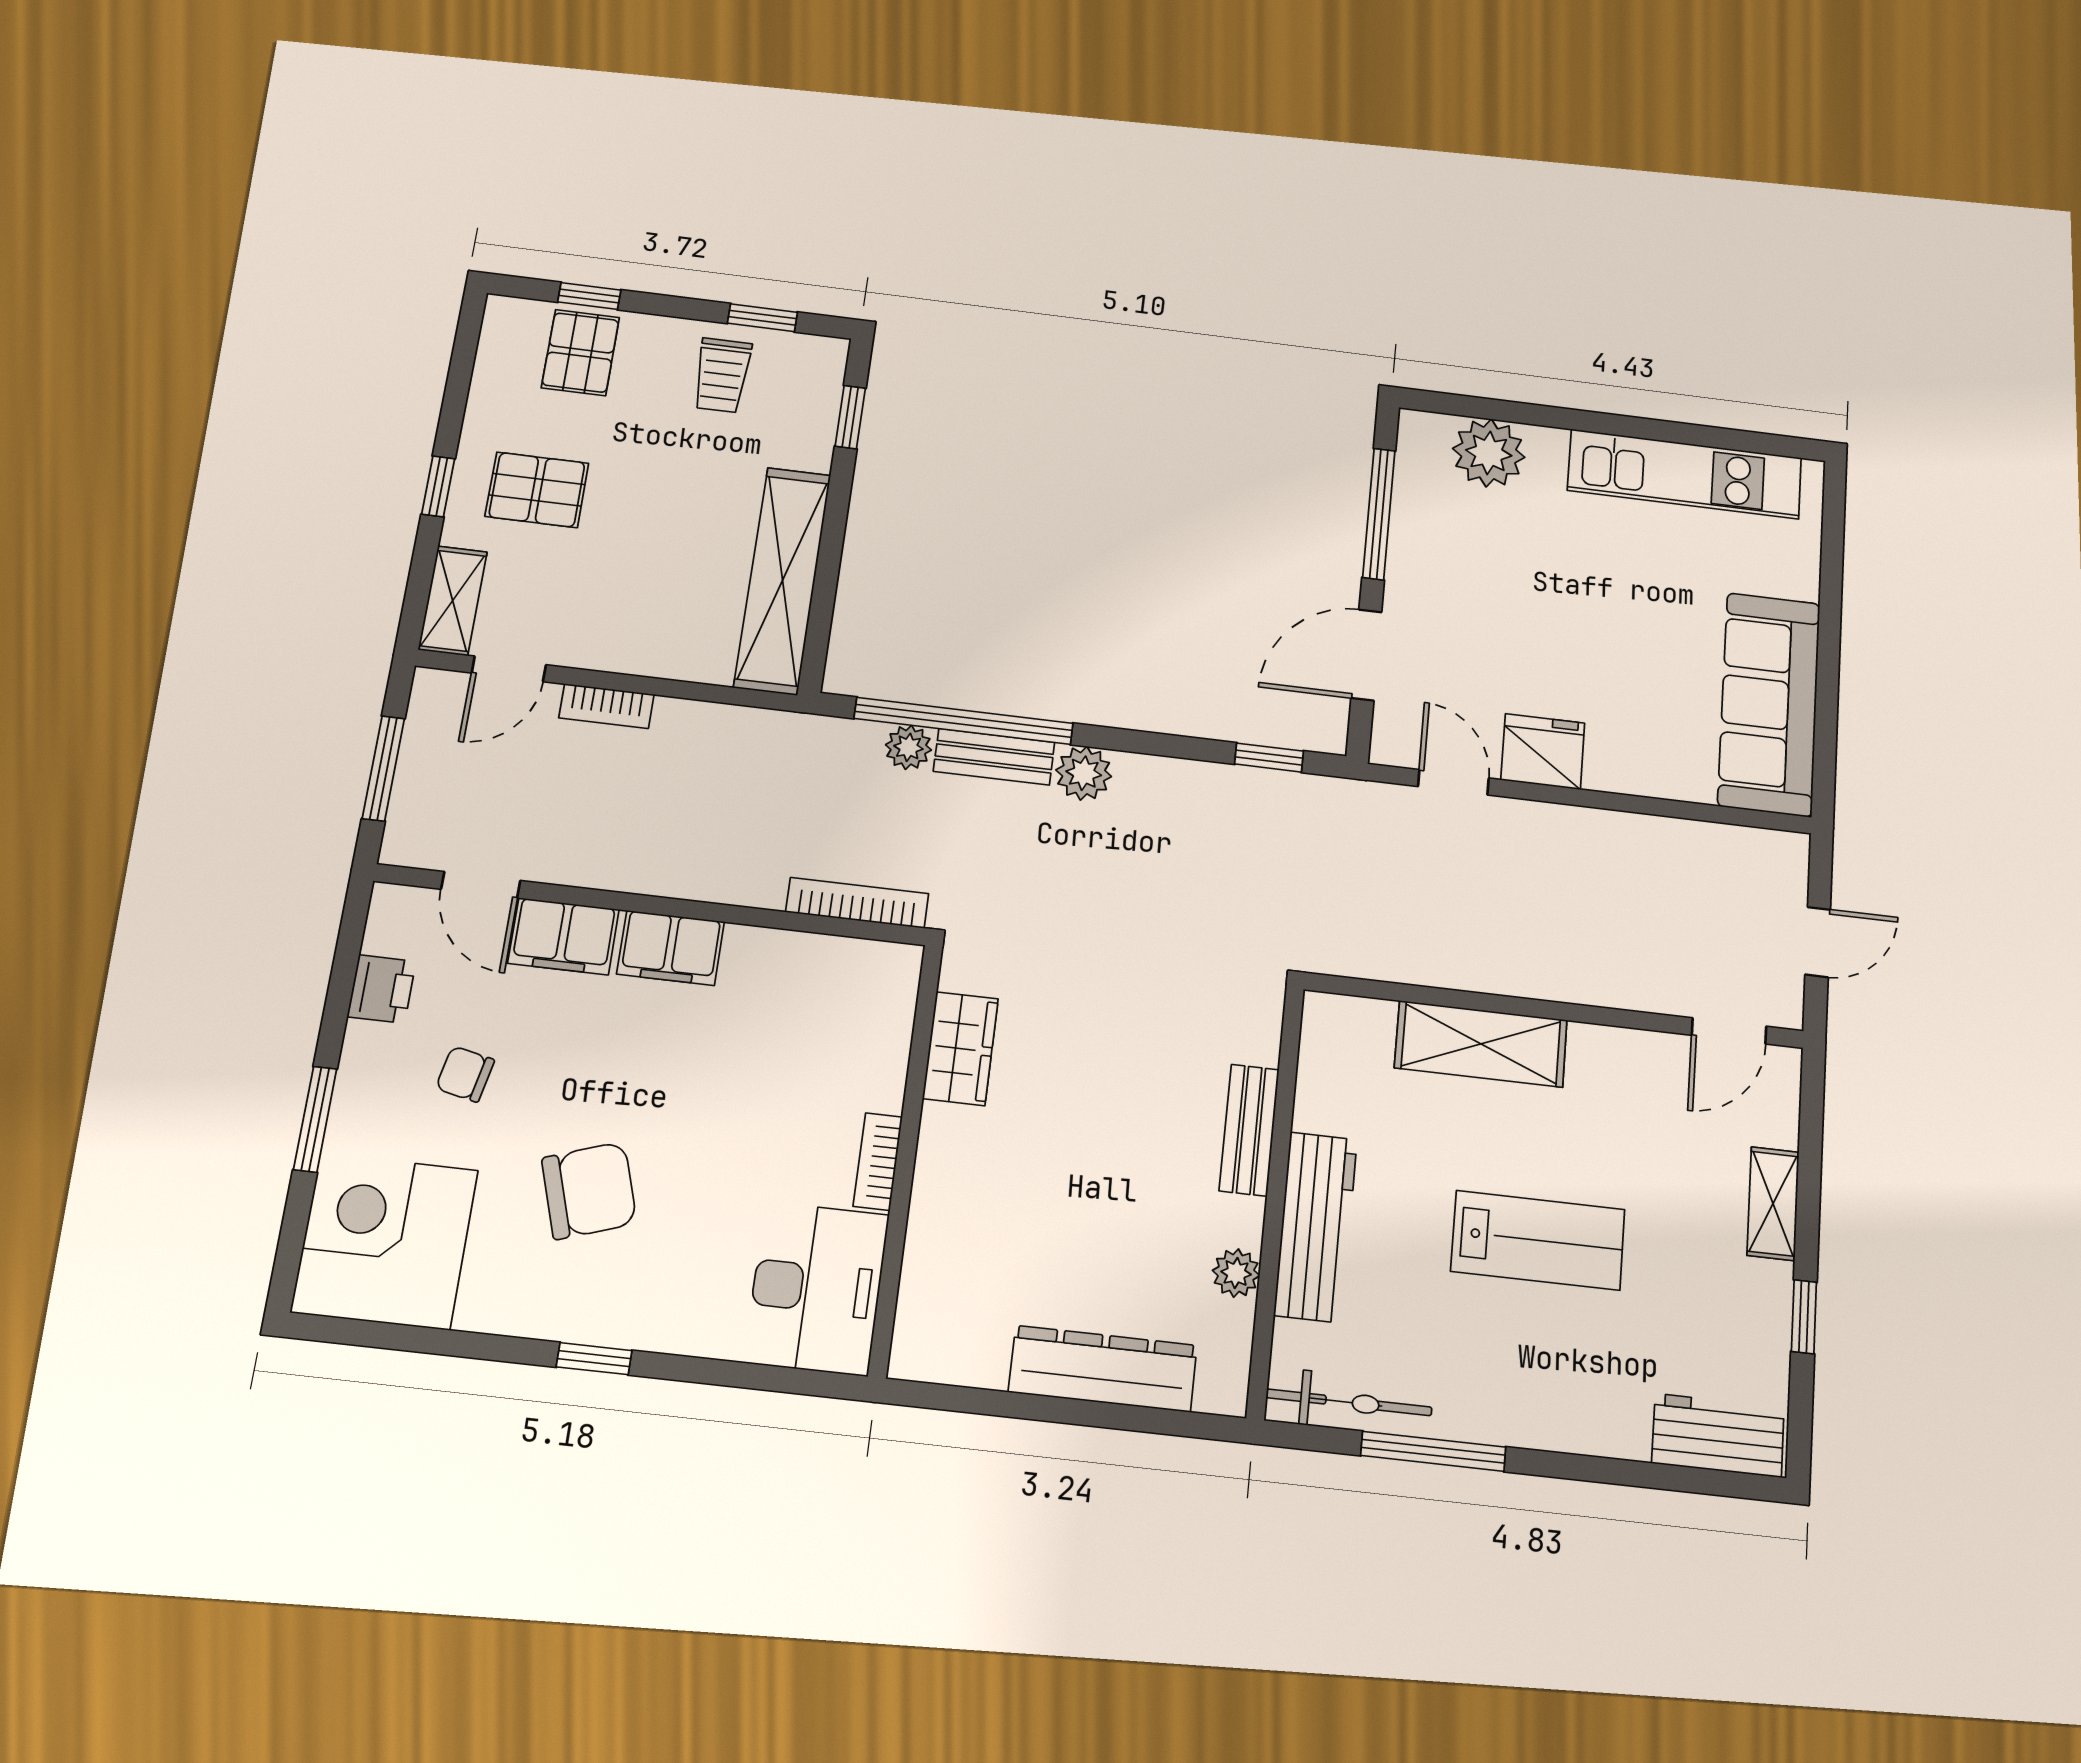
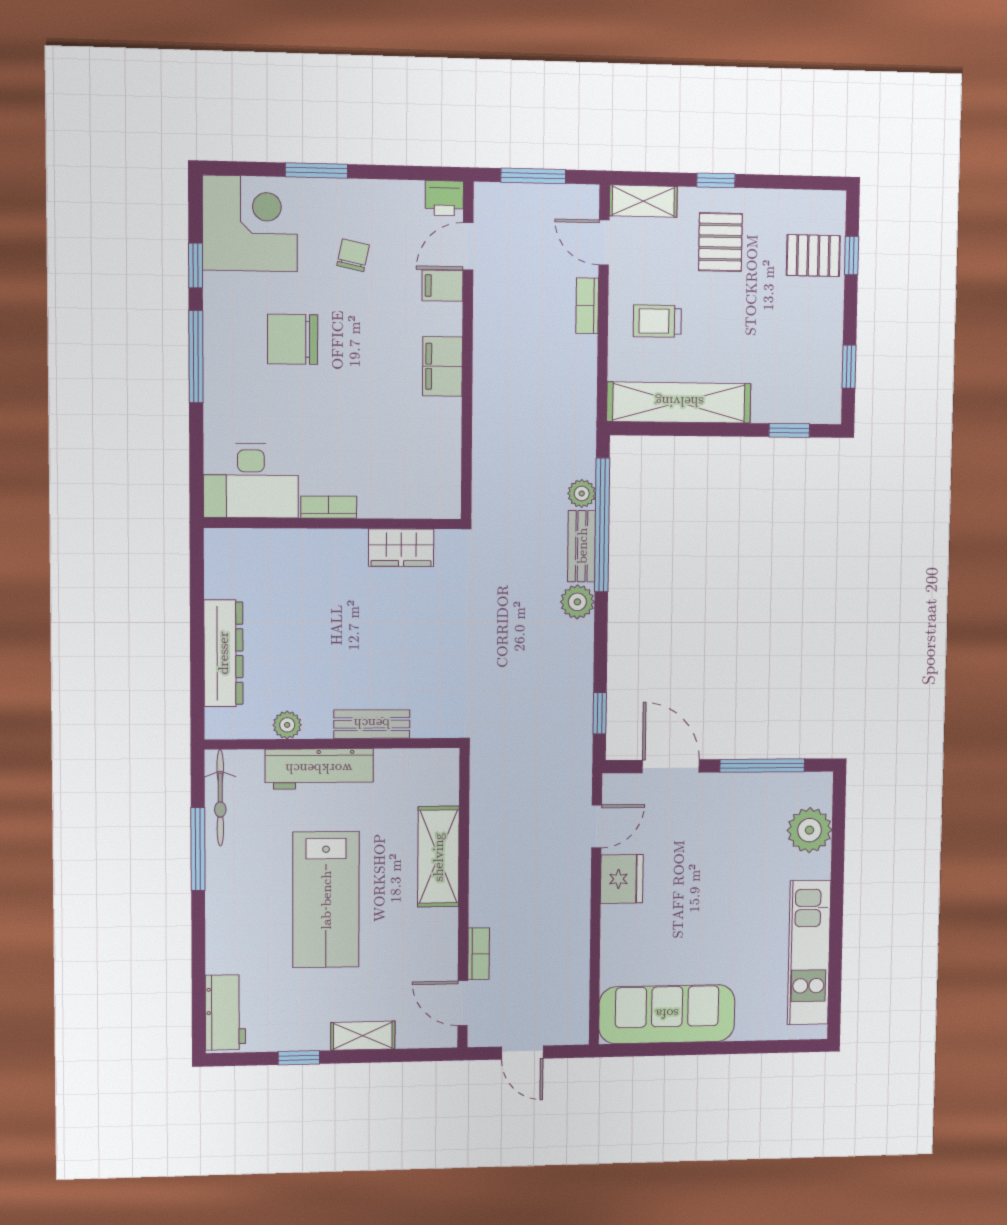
trolley: (722, 375) -> (657, 321), moved
bookcase: (857, 903) -> (479, 954), moved, width x0.64
filing cabinet: (563, 936) -> (442, 286), width x0.50
printer: (382, 989) -> (444, 198), moved
chair: (589, 1191) -> (293, 339), turned 108
lab bench: (1538, 1240) -> (326, 900), width x1.36, depth x1.39
window: (440, 1342) -> (196, 266), added
window: (594, 1359) -> (196, 357), width x2.17

